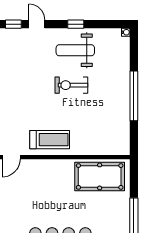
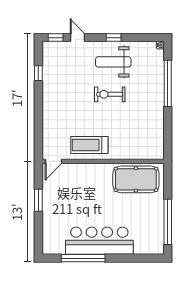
window: (134, 96) -> (168, 83), moved
treadmill: (50, 140) -> (89, 145), turned 180

